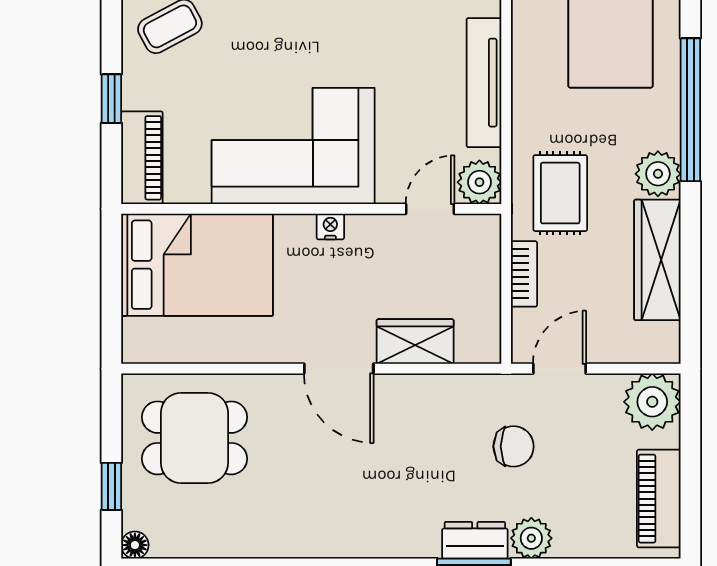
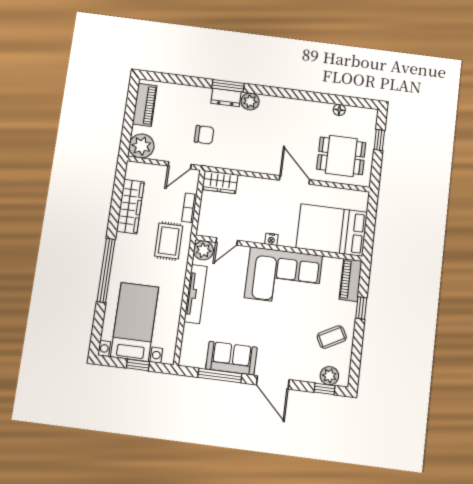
plant: (658, 174) -> (125, 244), removed
wardrobe: (415, 342) -> (220, 182), moved
door: (339, 369) -> (295, 180), moved
chair: (514, 446) -> (204, 135), turned 180
plant: (531, 538) -> (250, 101), moved
floor lamp: (135, 545) -> (339, 110), moved

